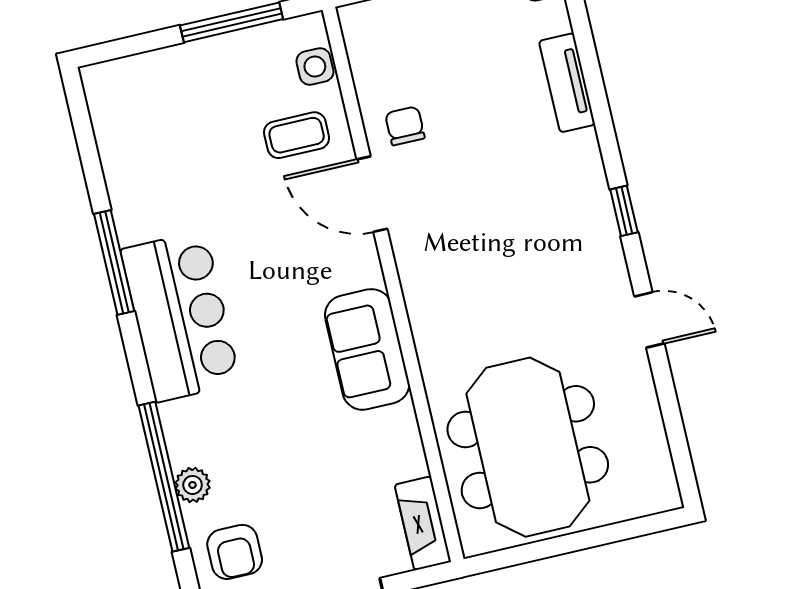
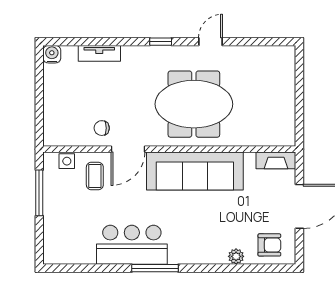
window: (114, 263) -> (155, 268), moved
bar counter: (180, 316) -> (132, 245), moved
sofa: (367, 349) -> (195, 171), width x1.85, depth x1.27
meeting table: (528, 447) -> (194, 104), moved
window: (164, 477) -> (230, 268), removed

